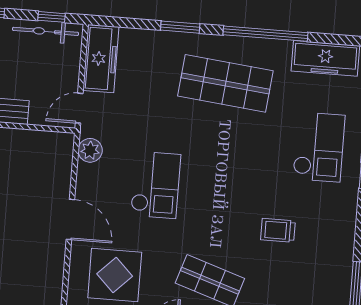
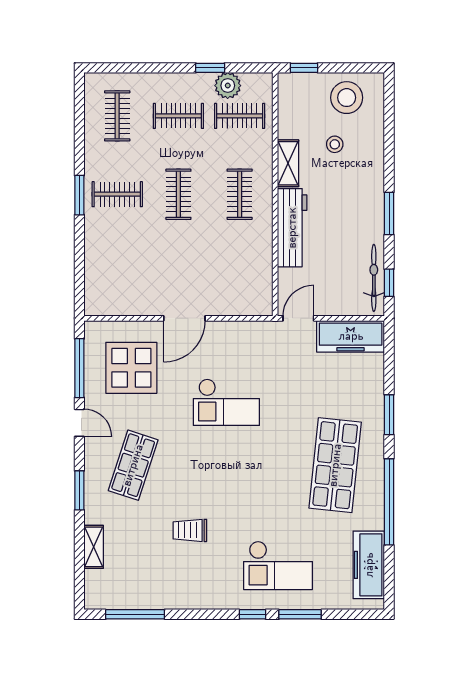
door: (79, 108) -> (298, 318), hinge flipped
plant: (90, 150) -> (256, 333), removed
trolley: (278, 230) -> (190, 530), turned -90

